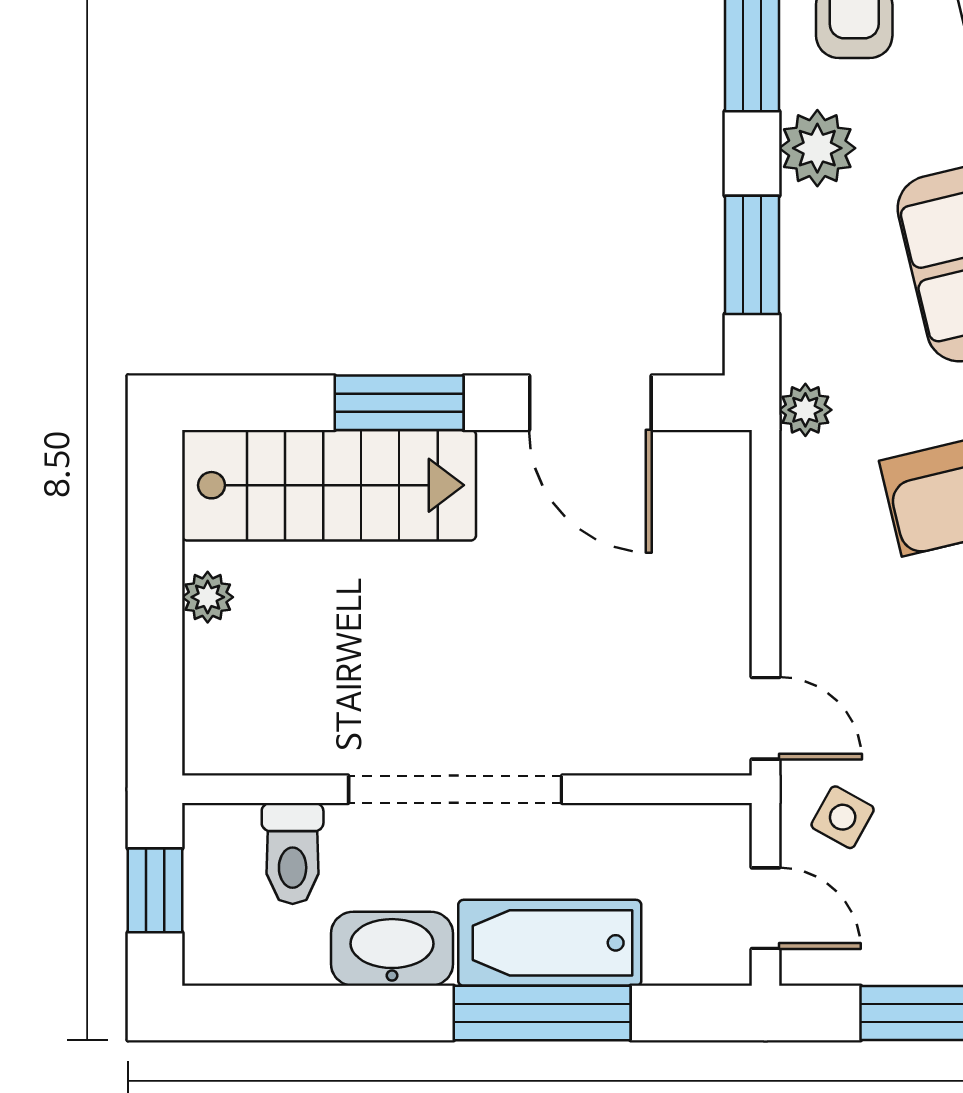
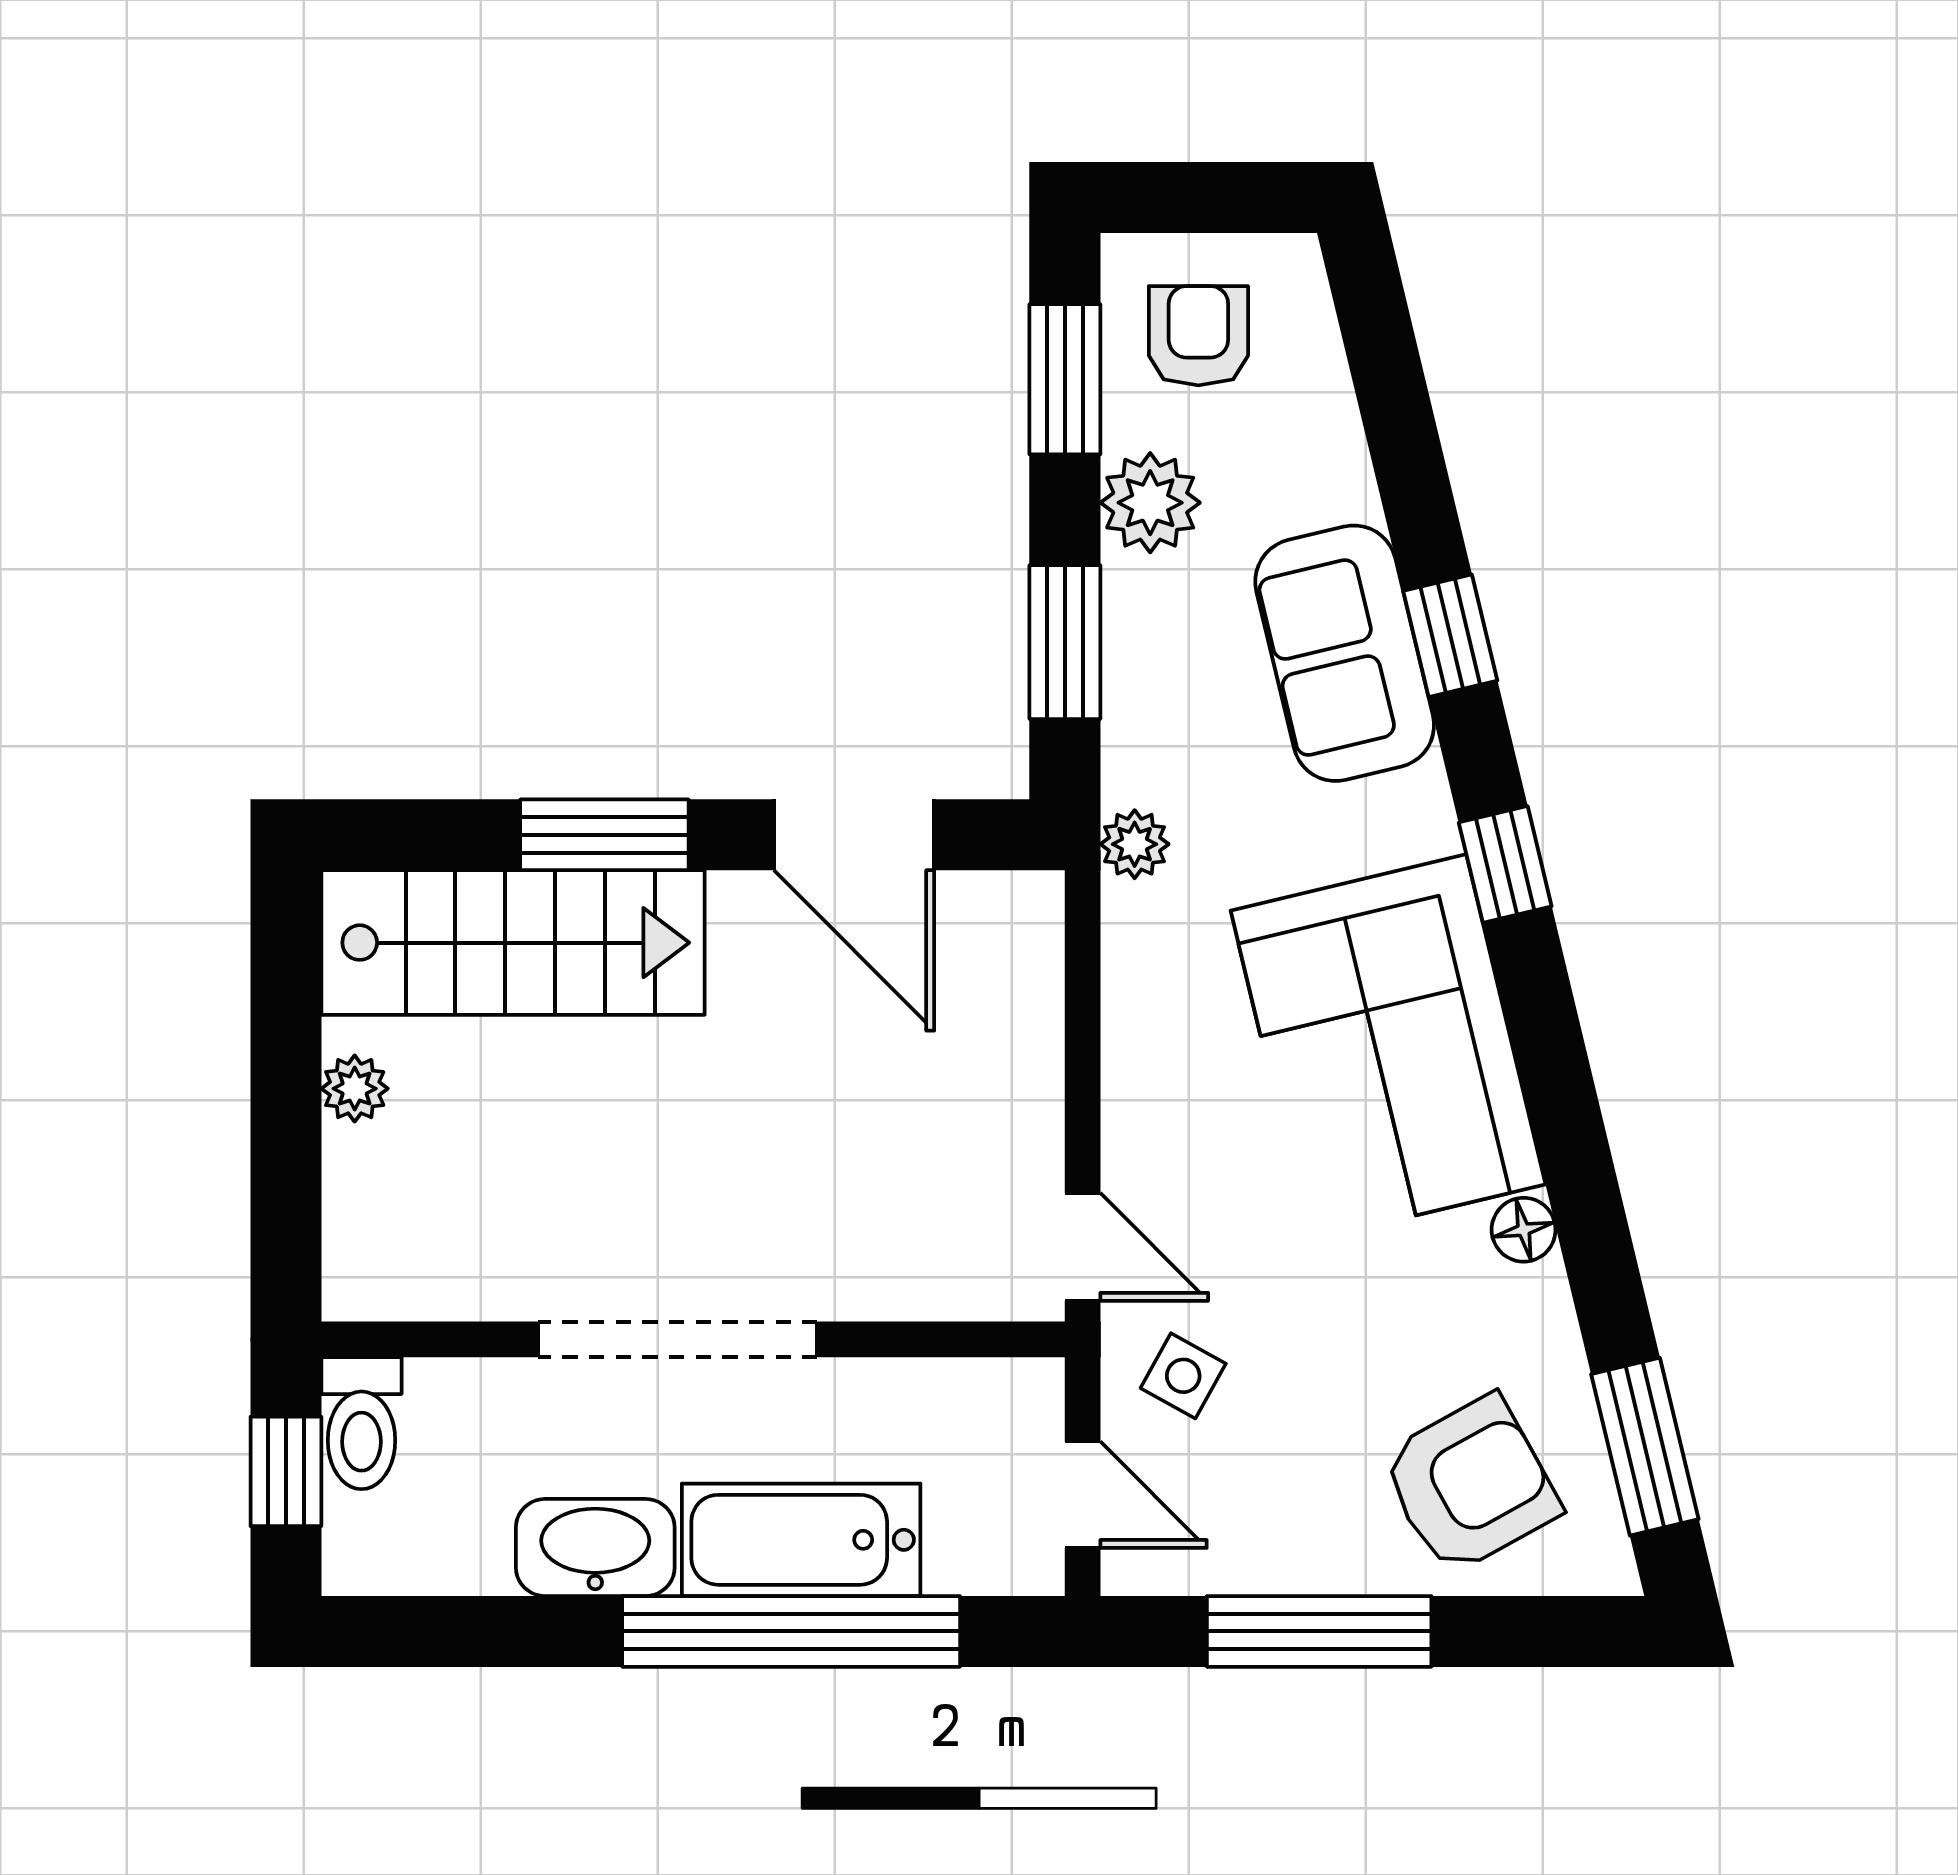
toilet: (293, 853) -> (361, 1423), moved
window: (542, 1013) -> (791, 1631), width x1.46

